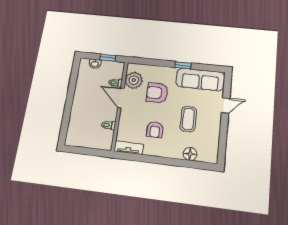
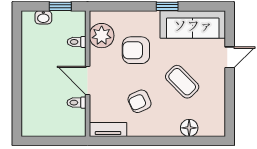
door: (121, 98) -> (88, 80), moved
coffee table: (188, 119) -> (182, 82), turned -45
armchair: (155, 130) -> (140, 101), turned 66

